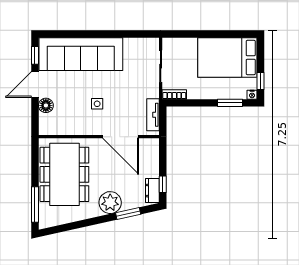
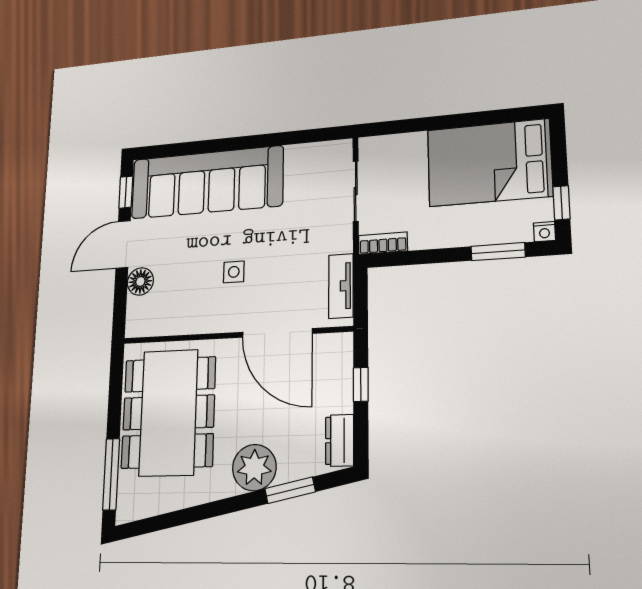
window: (163, 184) -> (361, 384), moved

